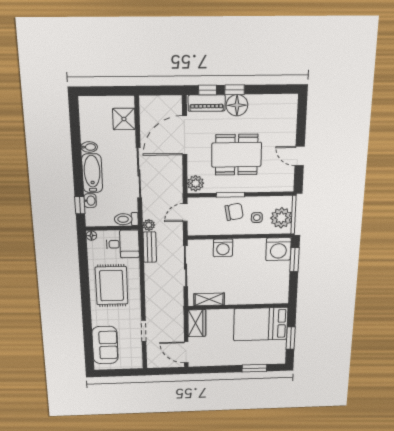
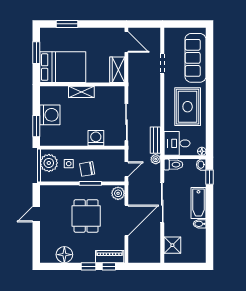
floor lamp: (237, 105) -> (64, 255), moved
door: (185, 135) -> (126, 220), moved
dining table: (237, 155) -> (86, 216), width x0.73
door: (300, 156) -> (36, 214), swing flipped
washbasin: (90, 201) -> (201, 165), moved
washing machine: (278, 249) -> (50, 115), moved, turned 90
shelving: (209, 299) -> (81, 92), moved
sofa: (105, 345) -> (195, 58), width x1.36

